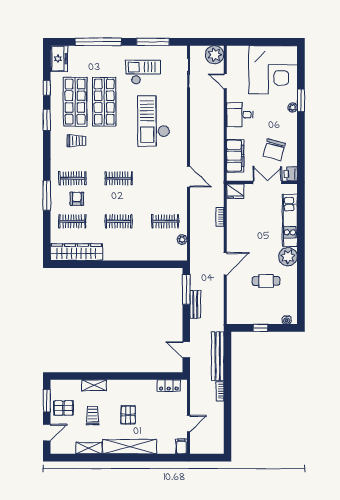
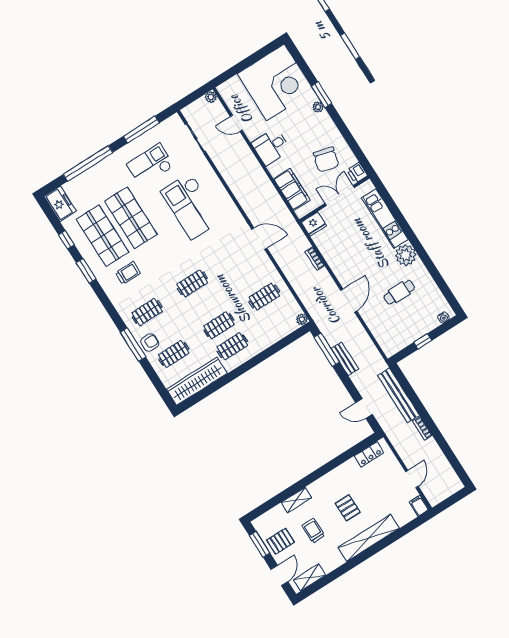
plant: (215, 55) -> (211, 97), width x0.53, depth x0.53
armchair: (77, 199) -> (150, 343), moved, turned 90
plant: (182, 239) -> (302, 319), moved
clothes rail: (119, 243) -> (232, 346), added
shelving: (89, 448) -> (310, 577), moved

